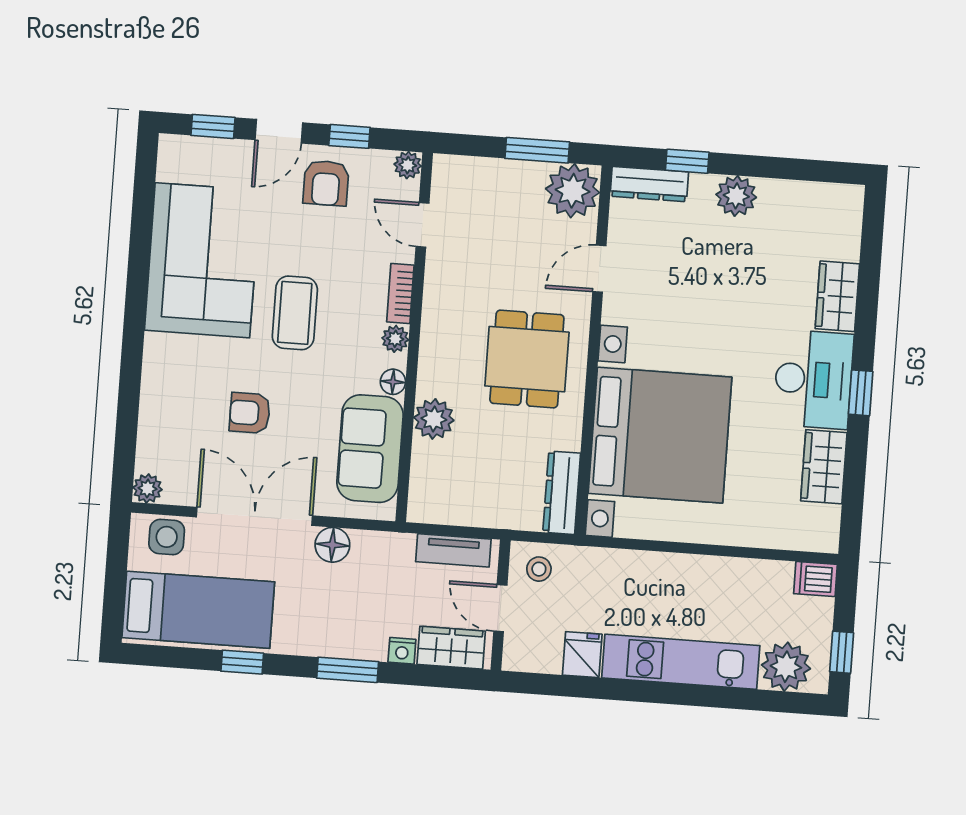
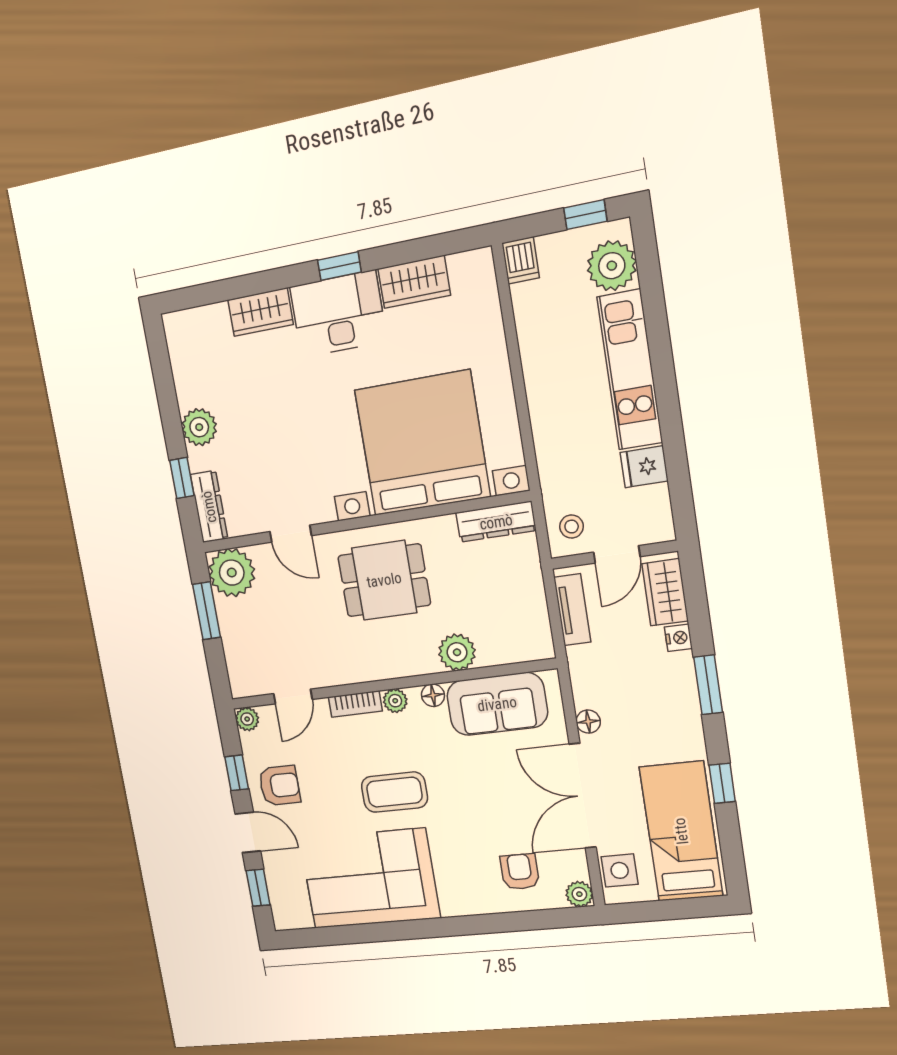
armchair: (250, 413) -> (520, 872), moved, turned 180
floor lamp: (332, 545) -> (588, 722), width x0.73, depth x0.73

